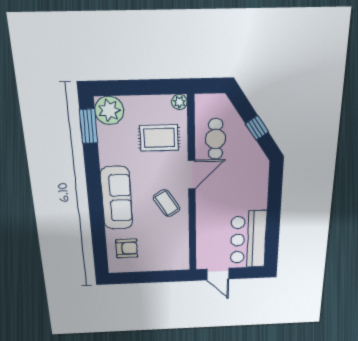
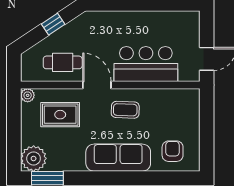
rug: (159, 138) -> (60, 115), turned 90
coffee table: (167, 203) -> (125, 110), turned 34
bar counter: (248, 240) -> (146, 64), moved, turned 180

